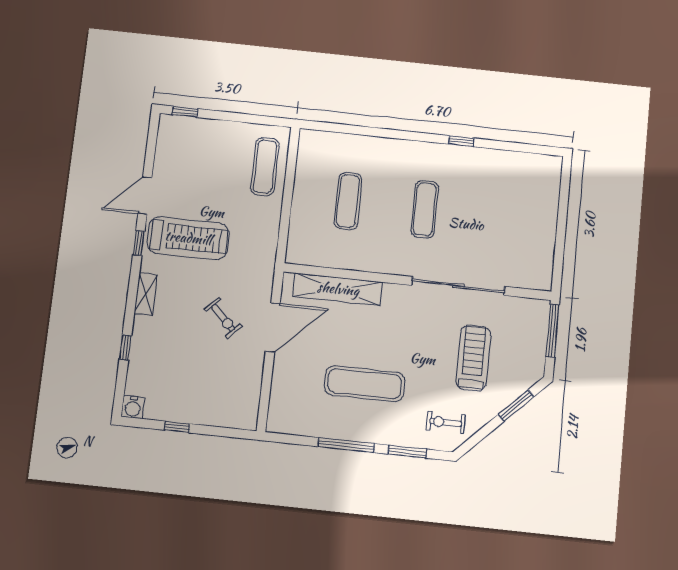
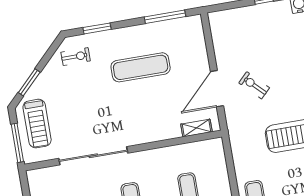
shelving: (338, 289) -> (196, 128), width x0.45, depth x0.75
treadmill: (473, 358) -> (37, 124), moved
window: (346, 445) -> (165, 17), moved

